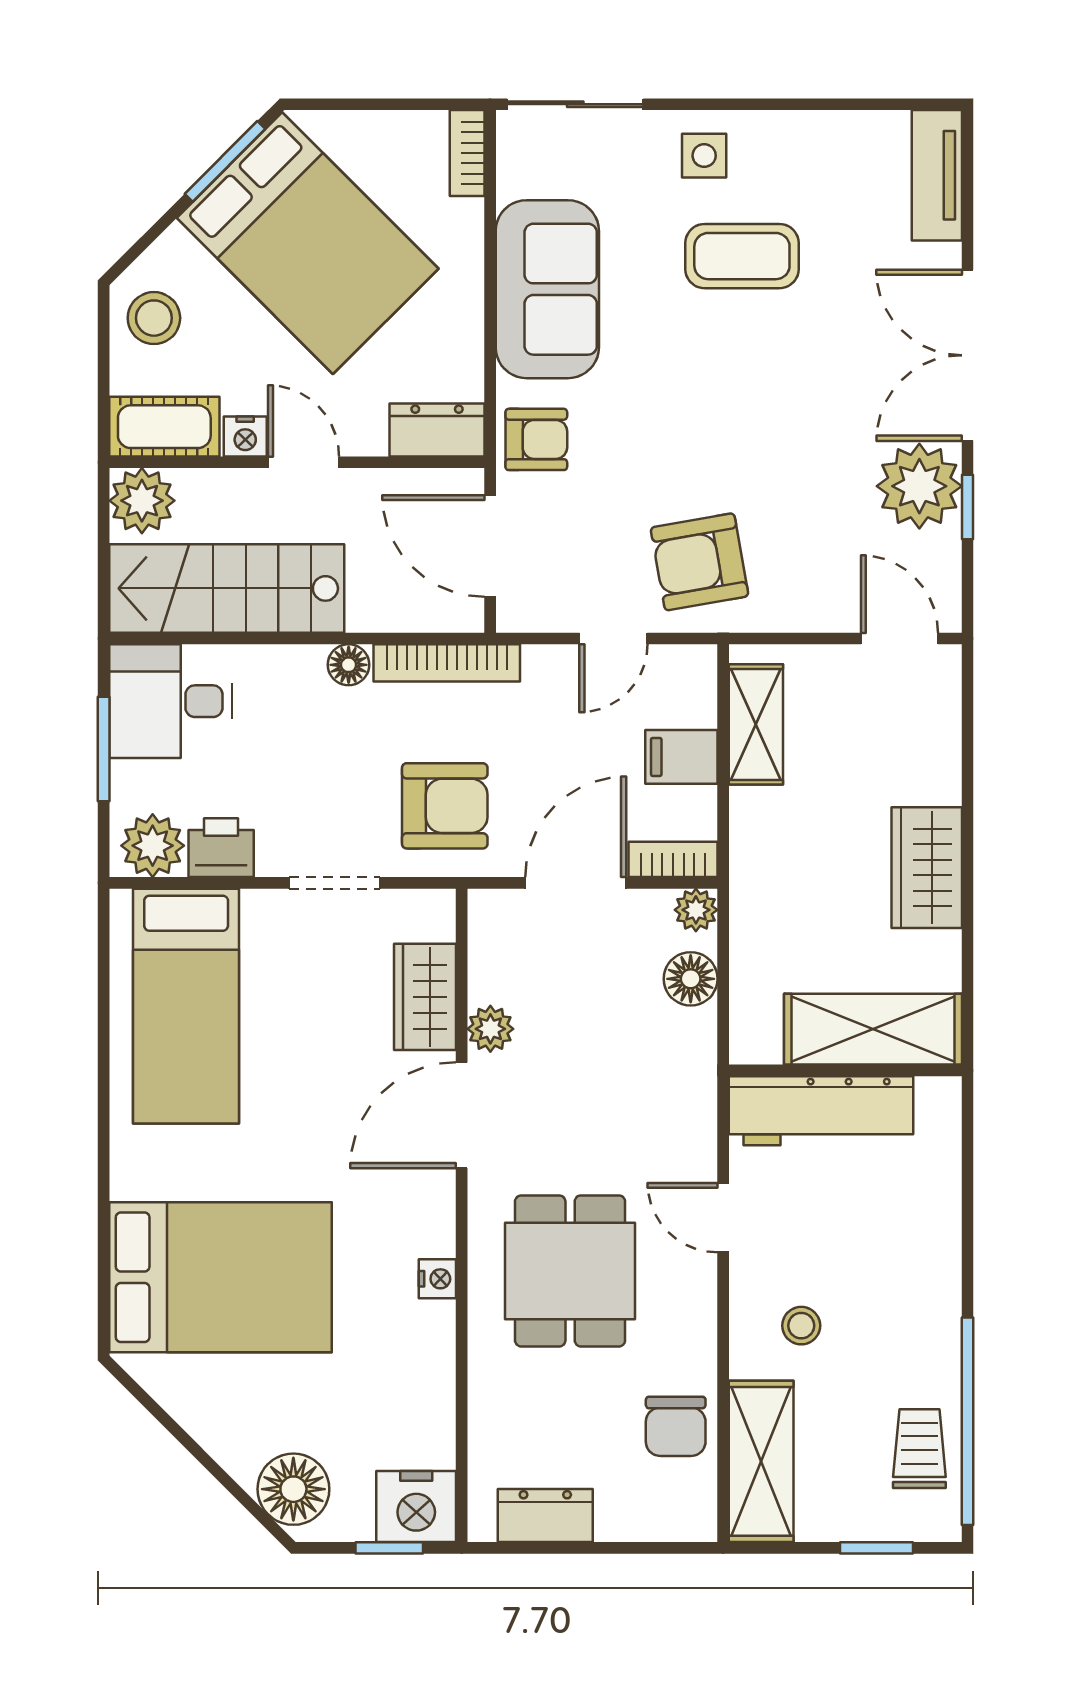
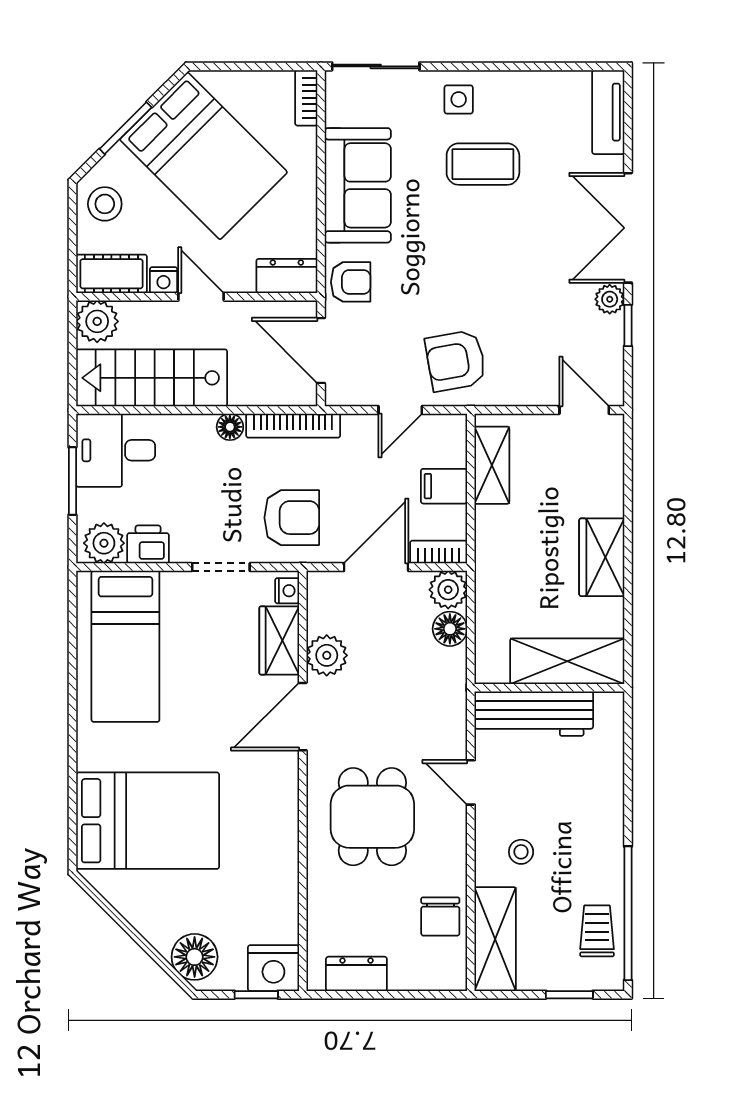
window: (225, 161) -> (126, 128), moved
plant: (919, 486) -> (610, 299), width x0.53, depth x0.53
plant: (696, 910) -> (448, 590), width x1.38, depth x1.38
plant: (490, 1029) -> (327, 655), width x1.38, depth x1.38
nightstand: (437, 1279) -> (287, 591), moved

